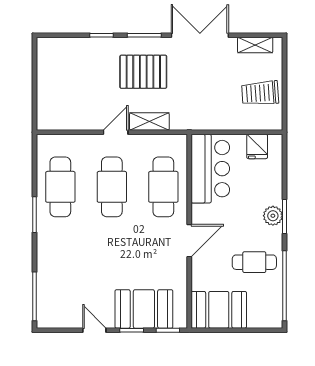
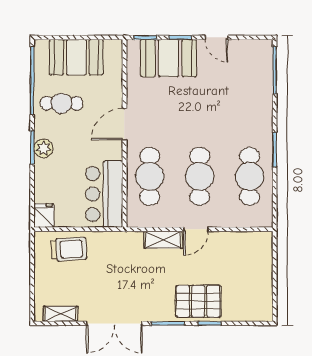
pallet: (143, 72) -> (198, 301), moved
trolley: (260, 93) -> (69, 249), moved
fridge: (257, 146) -> (44, 216), moved
booth: (219, 310) -> (76, 57), moved

